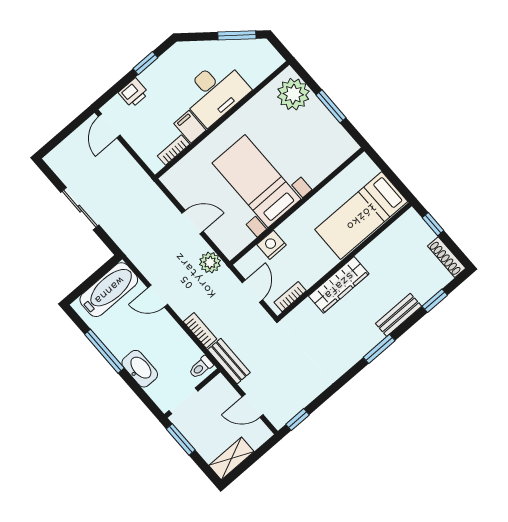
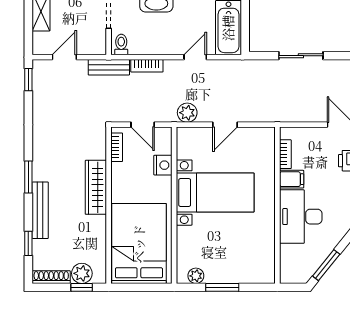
plant: (293, 94) -> (196, 276), moved, width x0.53, depth x0.53
bed: (361, 216) -> (139, 244), width x1.50
plant: (421, 234) -> (82, 273), added
bench: (399, 315) -> (40, 210), width x1.36

